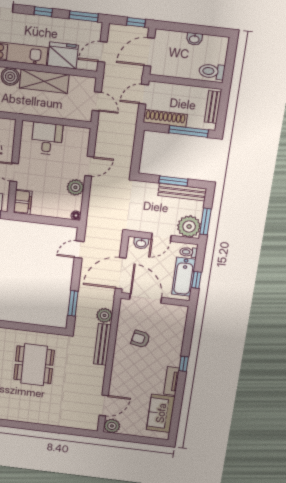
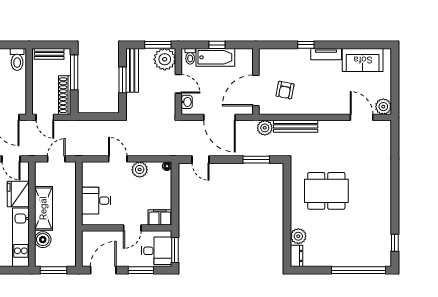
door: (146, 298) -> (256, 91), moved
wall: (155, 299) -> (256, 81), moved

